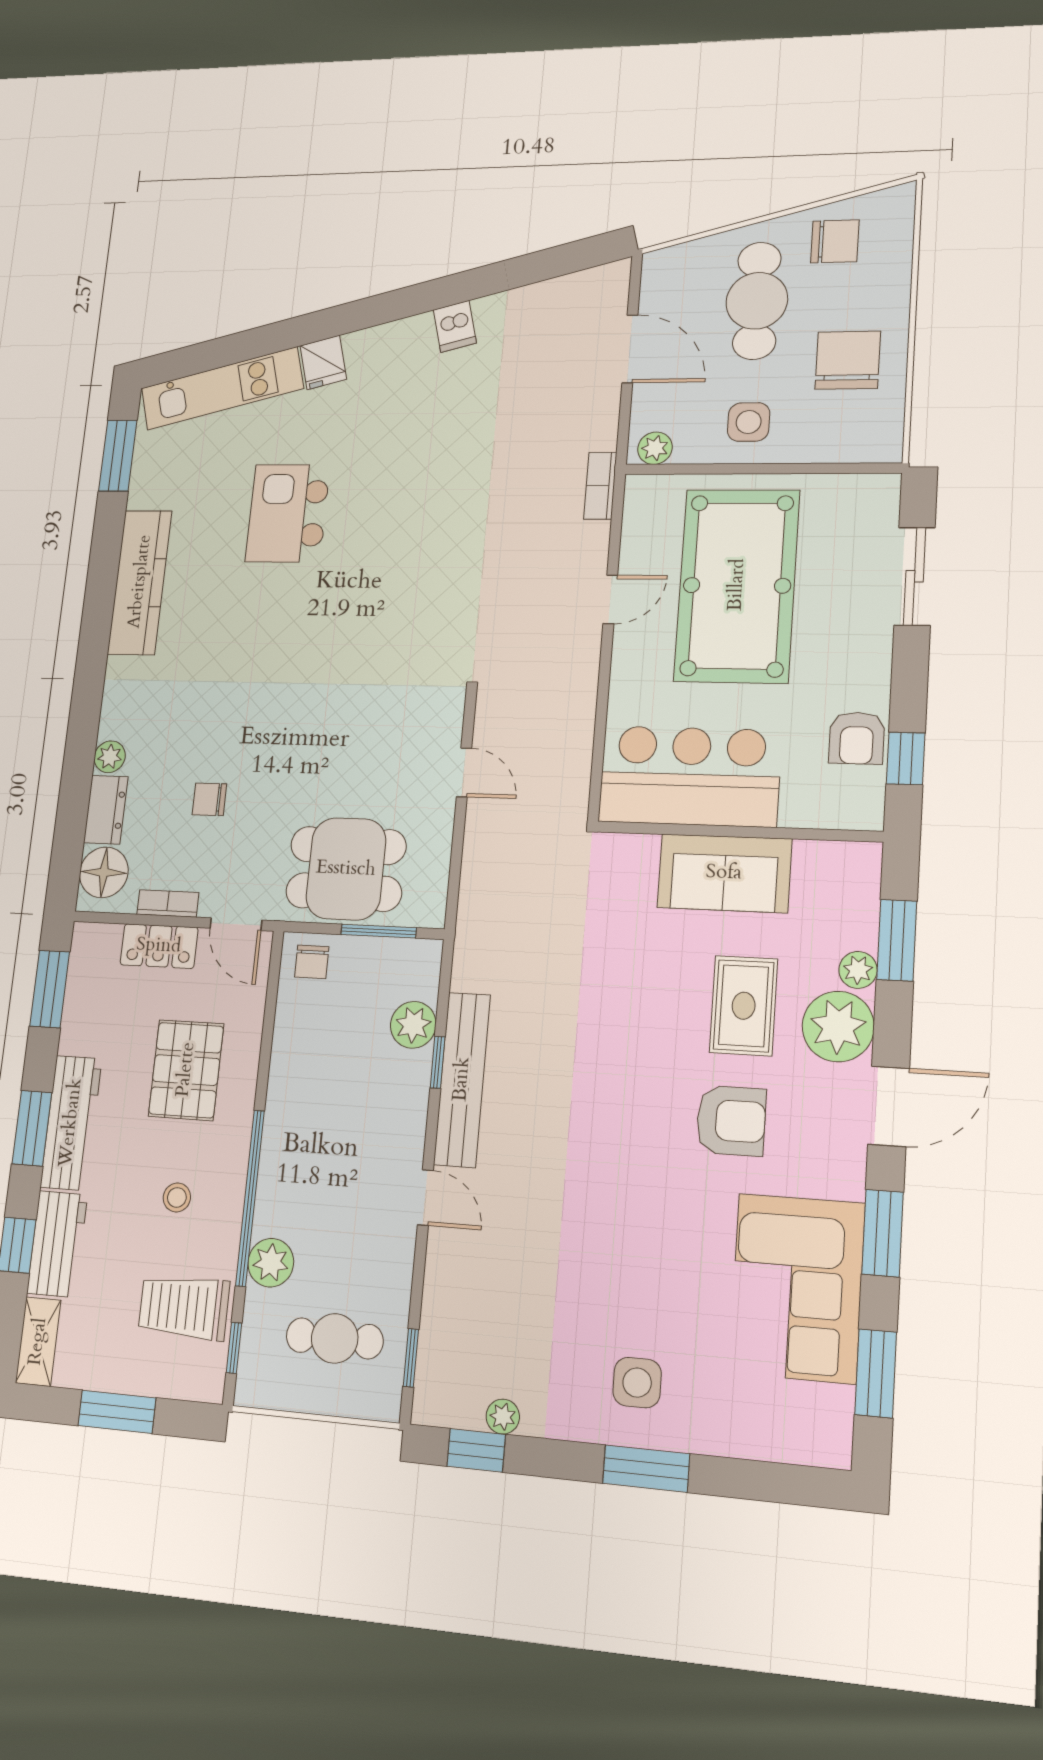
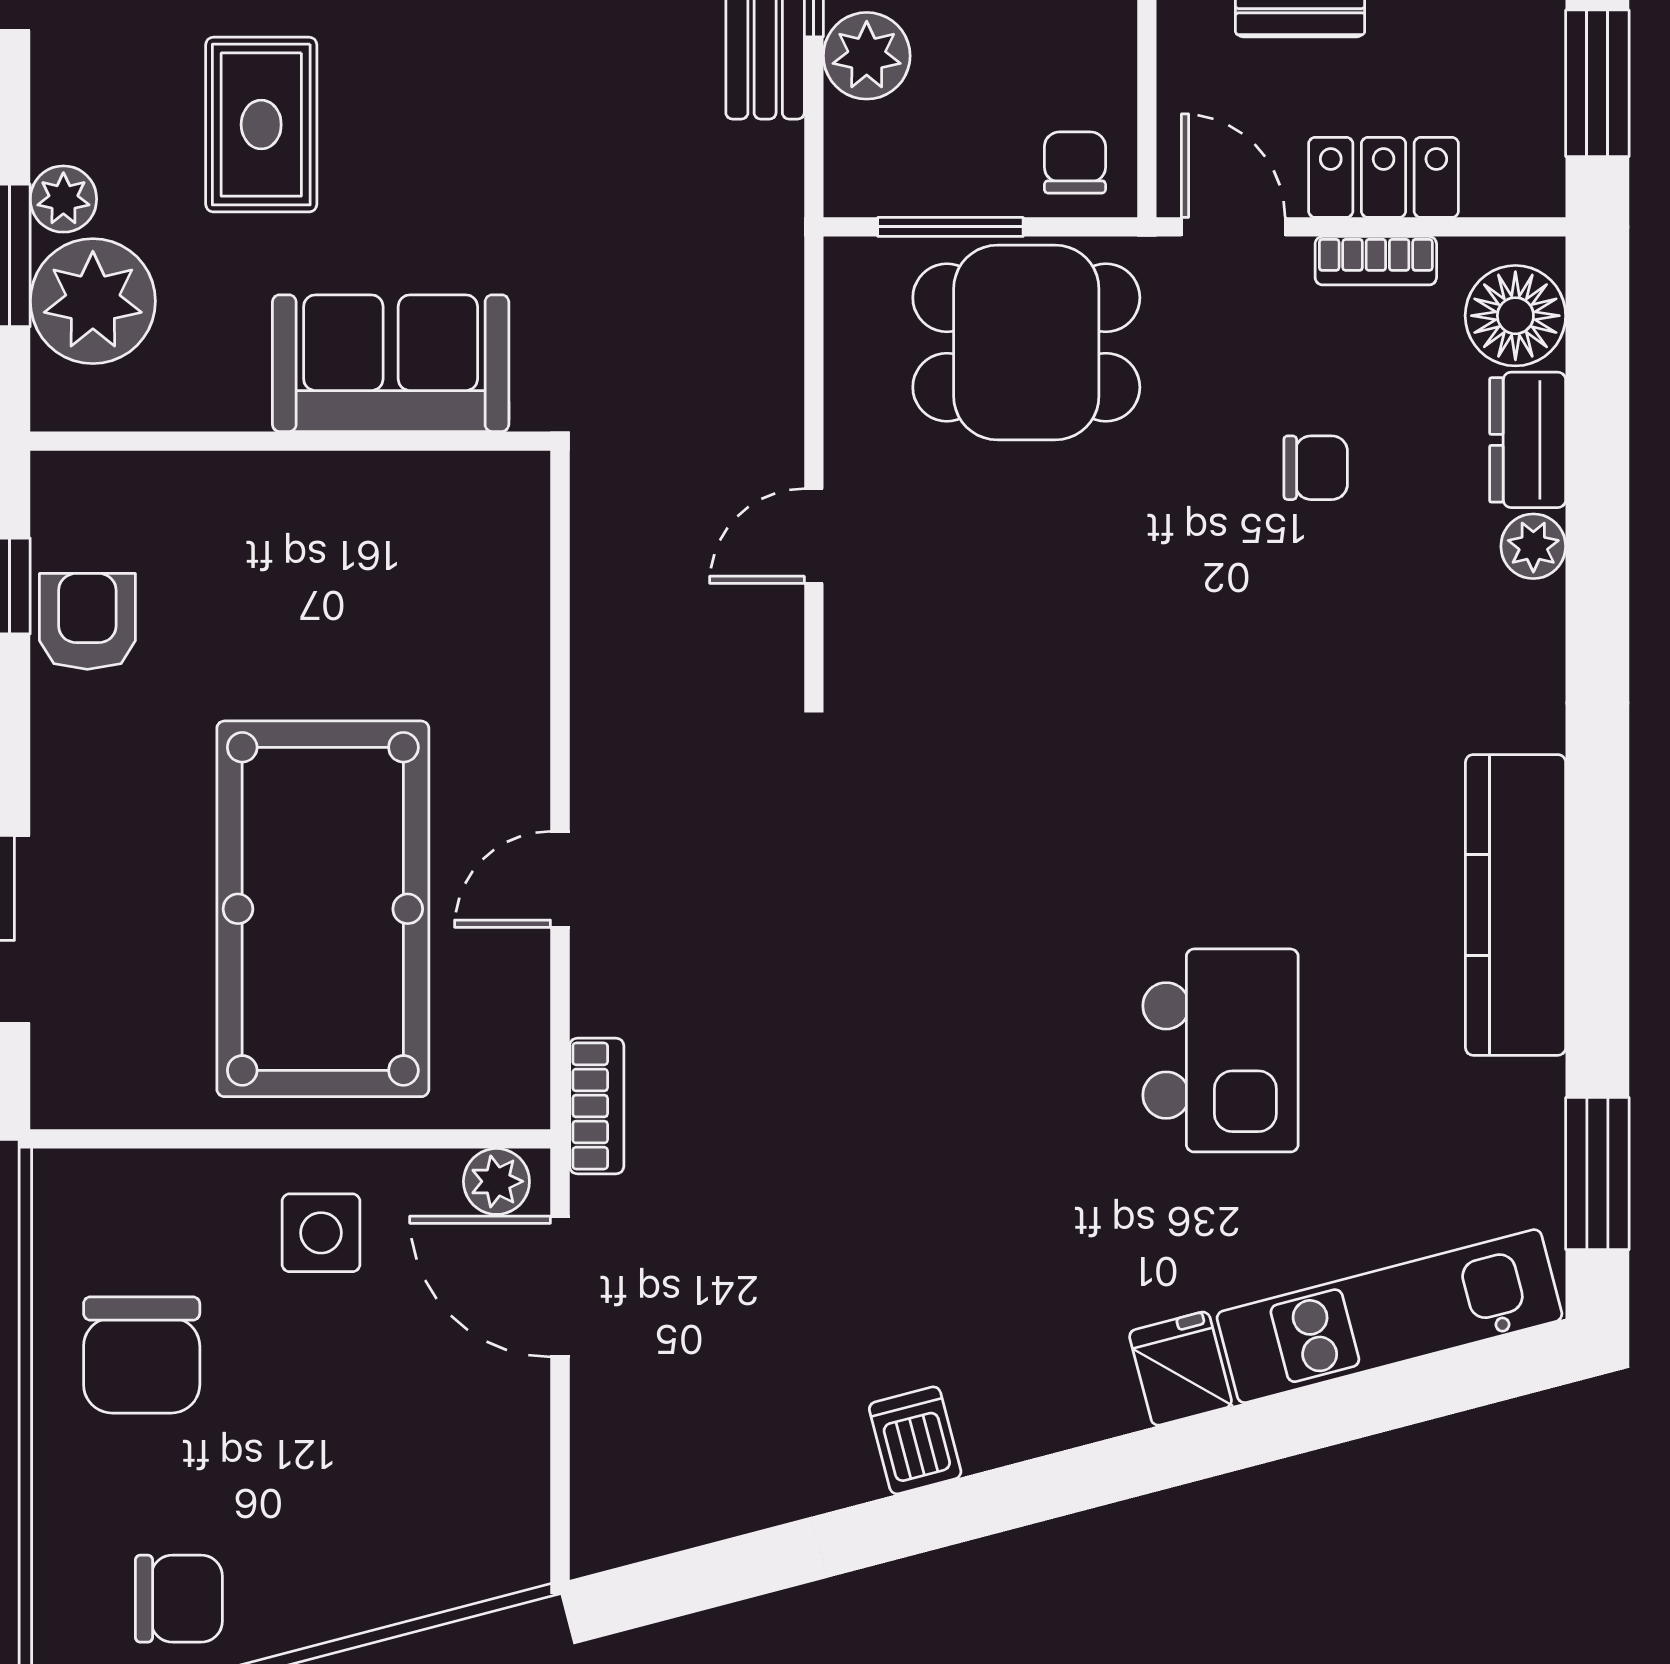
chair: (835, 241) -> (179, 1599), turned 180
cafe table: (757, 301) -> (321, 1480), removed
door: (630, 349) -> (560, 1287), moved
door: (464, 772) -> (814, 536), hinge flipped
bar counter: (690, 776) -> (386, 542), removed
sofa: (724, 873) -> (391, 363), moved
plant: (838, 1026) -> (93, 301), moved

